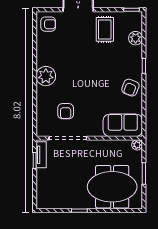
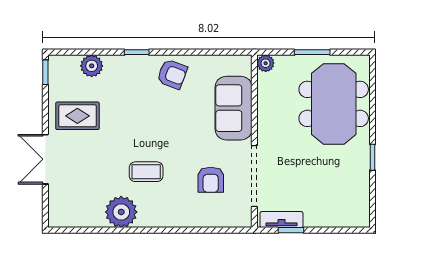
armchair: (48, 24) -> (69, 208), removed
coffee table: (71, 72) -> (146, 172), added
plant: (46, 76) -> (121, 212), moved
armchair: (66, 111) -> (211, 180), turned 90
sofa: (123, 125) -> (234, 108), moved

